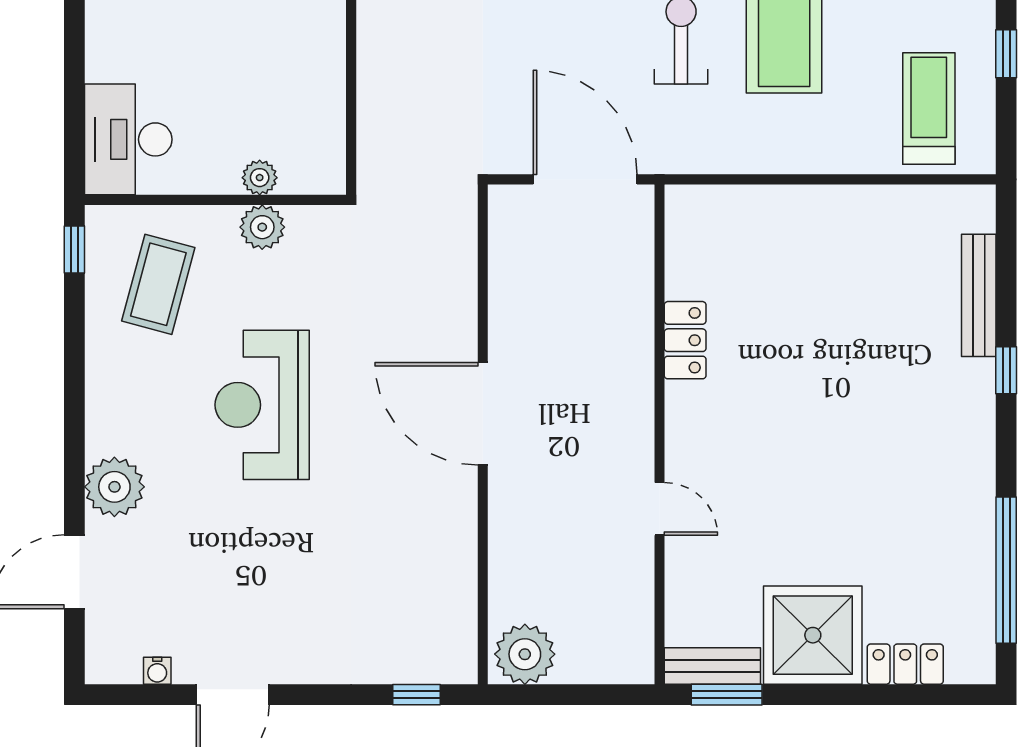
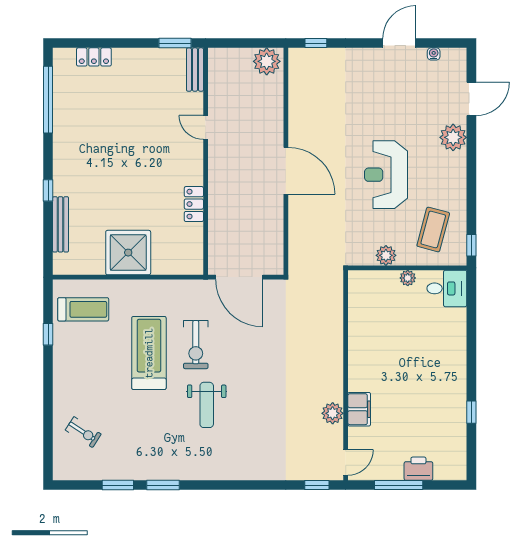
treadmill: (929, 109) -> (83, 309), turned -90
desk: (128, 139) -> (447, 288), width x0.73
plant: (260, 178) -> (408, 278), moved
reception desk: (262, 405) -> (386, 175), turned 180
shower: (813, 635) -> (128, 253), moved
bench: (712, 666) -> (195, 70), moved, turned 90

